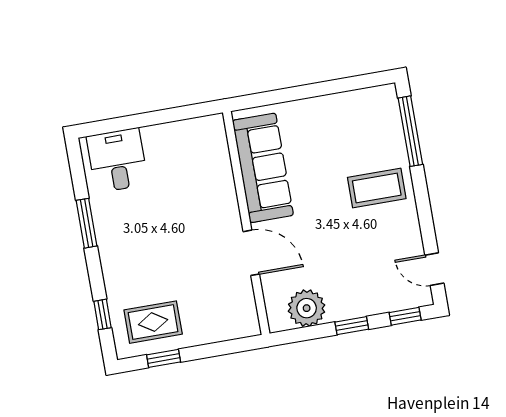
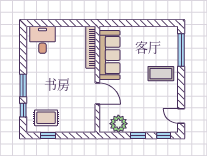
bookcase: (221, 158) -> (91, 47), added
window: (87, 223) -> (23, 86), moved

